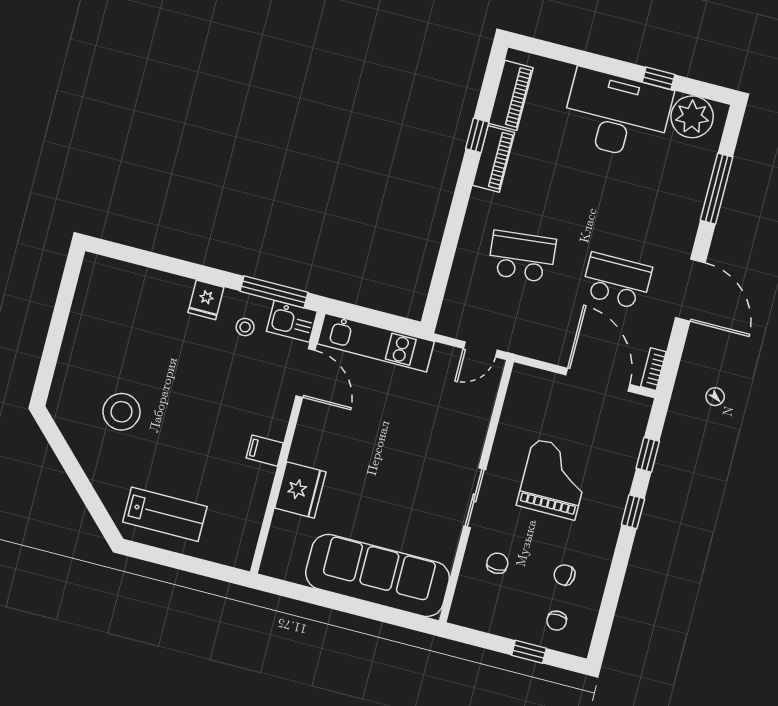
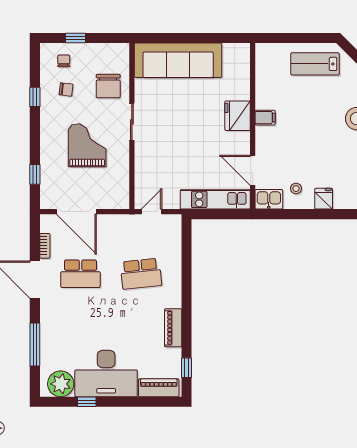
piano: (511, 95) -> (159, 388), moved, turned 90
window: (477, 135) -> (187, 368), moved
window: (274, 292) -> (284, 214), removed
bookcase: (653, 369) -> (45, 246), moved
grand piano: (554, 479) -> (87, 145), turned 180
fridge: (300, 490) -> (238, 116), moved
window: (633, 512) -> (35, 97), moved
chair: (497, 563) -> (108, 86), width x1.87, depth x1.87

